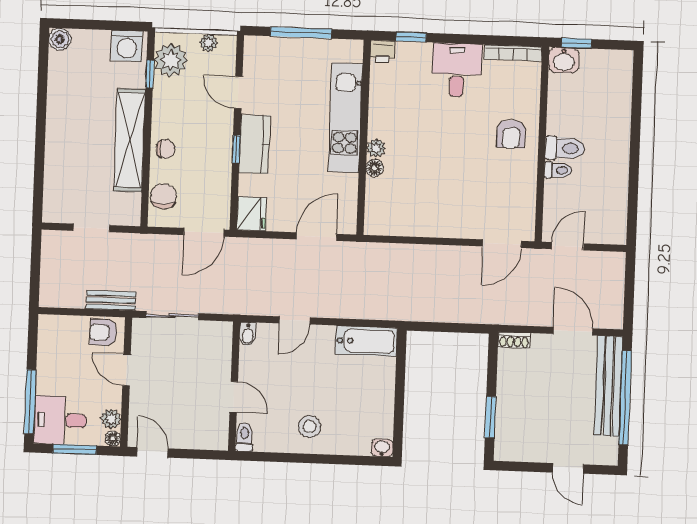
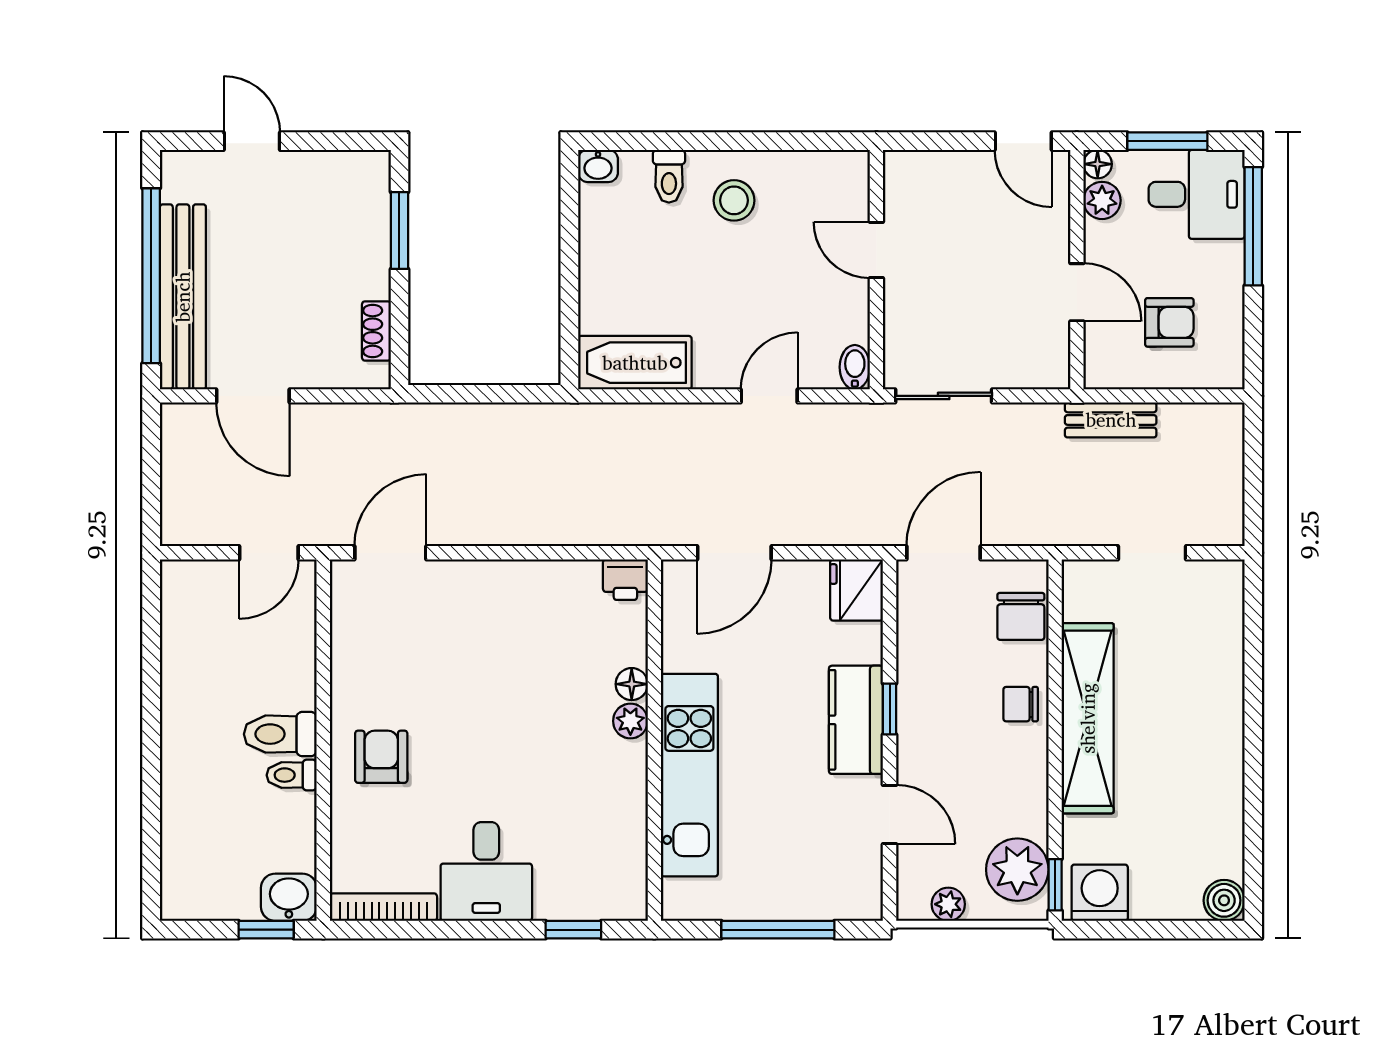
printer: (382, 51) -> (625, 580), moved, turned 180
window: (150, 74) -> (1055, 885), moved
toilet: (558, 170) -> (292, 775), moved
sliding door: (172, 316) -> (944, 396), moved
armchair: (103, 332) -> (1169, 322), moved
shoe rack: (514, 340) -> (376, 331), moved, turned -90
toilet: (244, 437) -> (669, 176), moved

